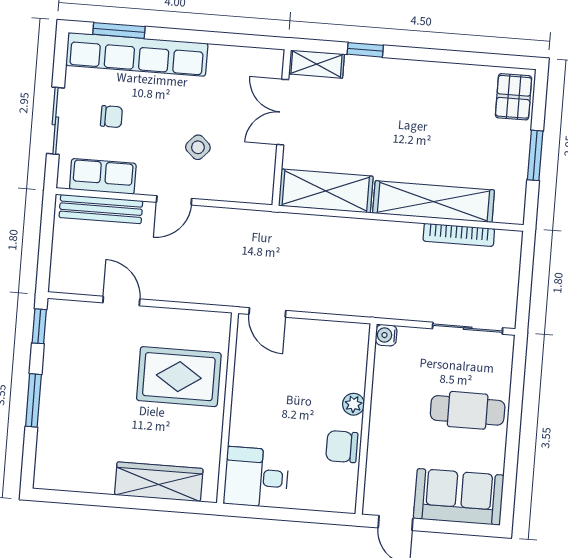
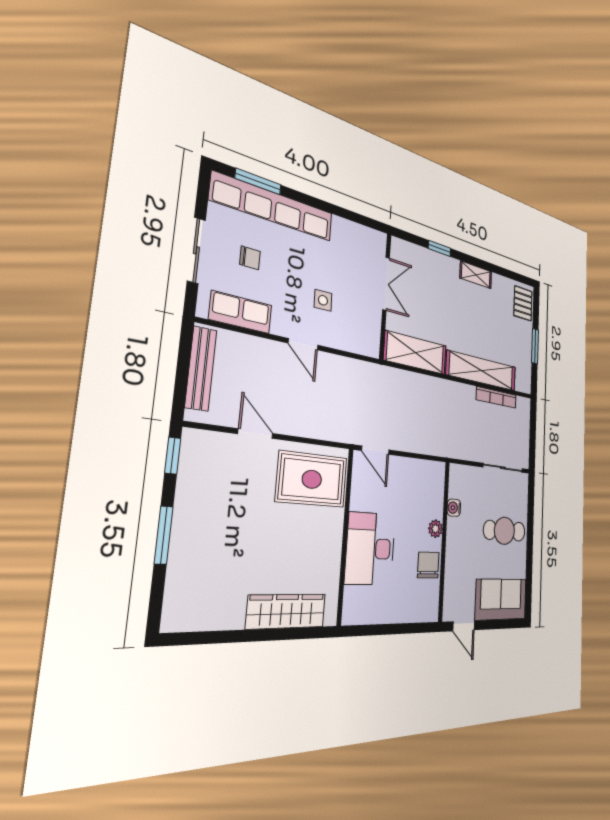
shelving: (317, 64) -> (476, 275), moved
double door: (283, 112) -> (386, 284), swing flipped
side table: (198, 147) -> (323, 300), turned 45
door: (174, 200) -> (303, 344), hinge flipped
bench: (101, 209) -> (201, 368), moved, turned 90
water cooler: (386, 335) -> (454, 508), moved
rug: (179, 377) -> (312, 479), moved
chair: (342, 447) -> (428, 565), turned 90
desk: (256, 477) -> (370, 549), moved, width x1.37

